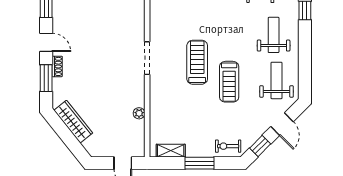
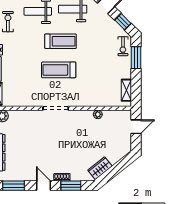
door: (46, 42) -> (44, 186), hinge flipped
treadmill: (229, 82) -> (61, 41), moved
wardrobe: (73, 122) -> (100, 168), width x0.67
window: (200, 163) -> (136, 58), moved

